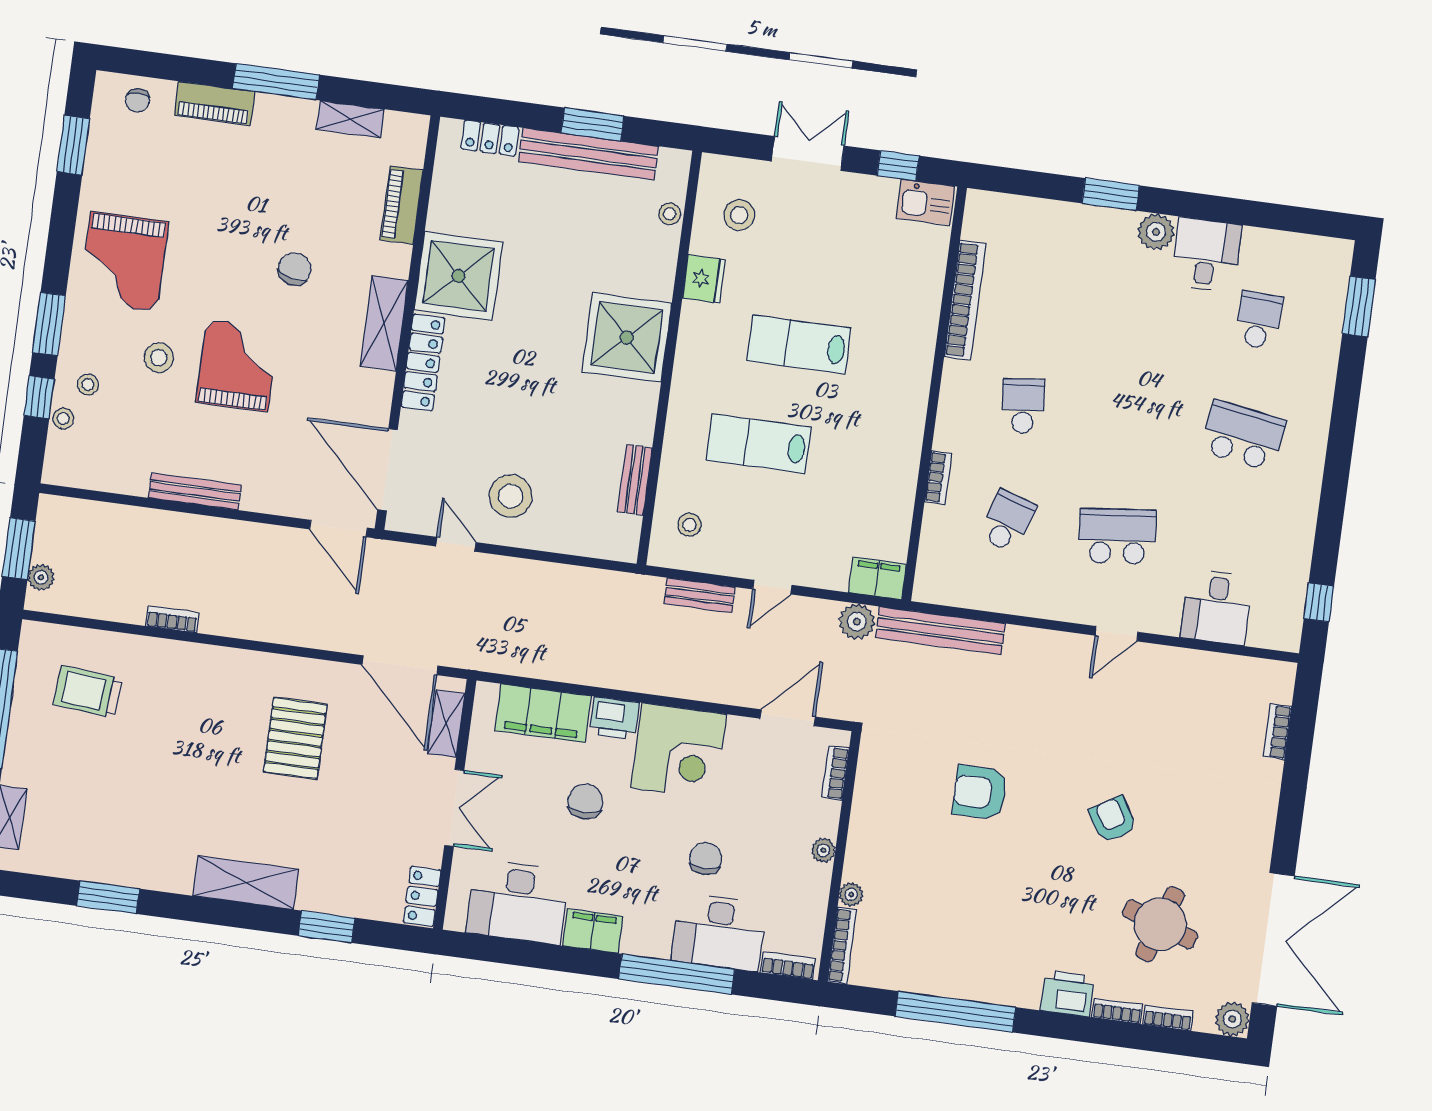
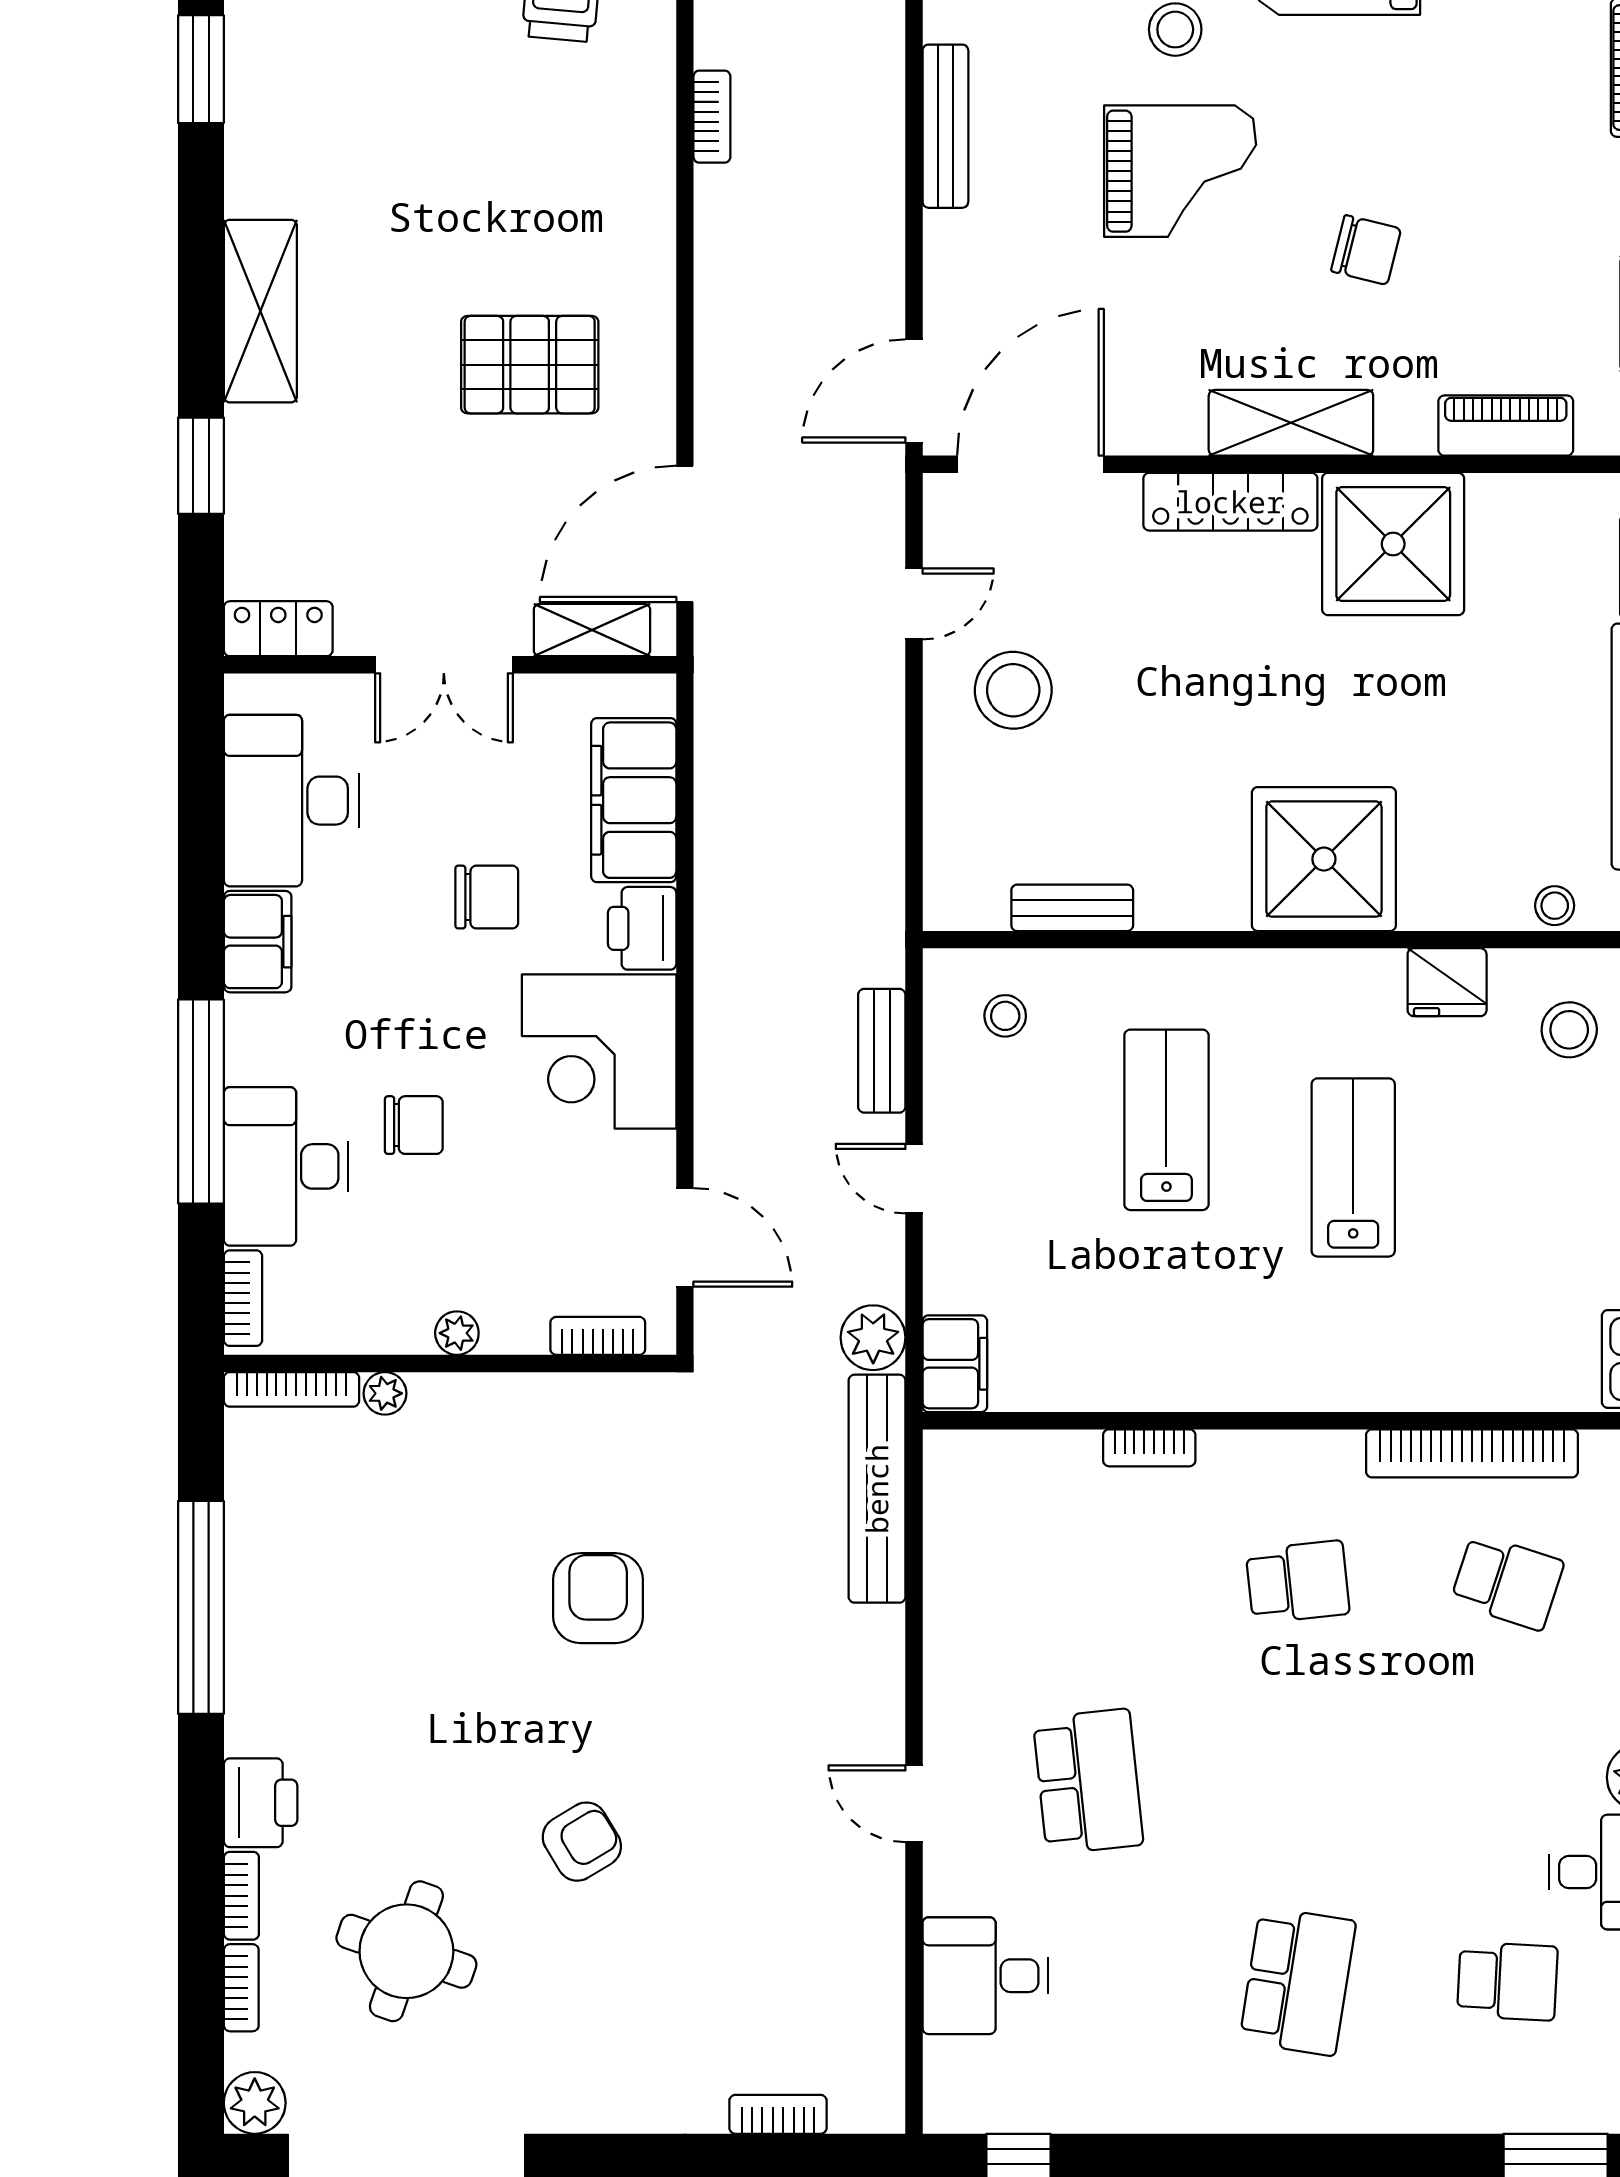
school desk: (1007, 521) -> (1507, 1582), moved

